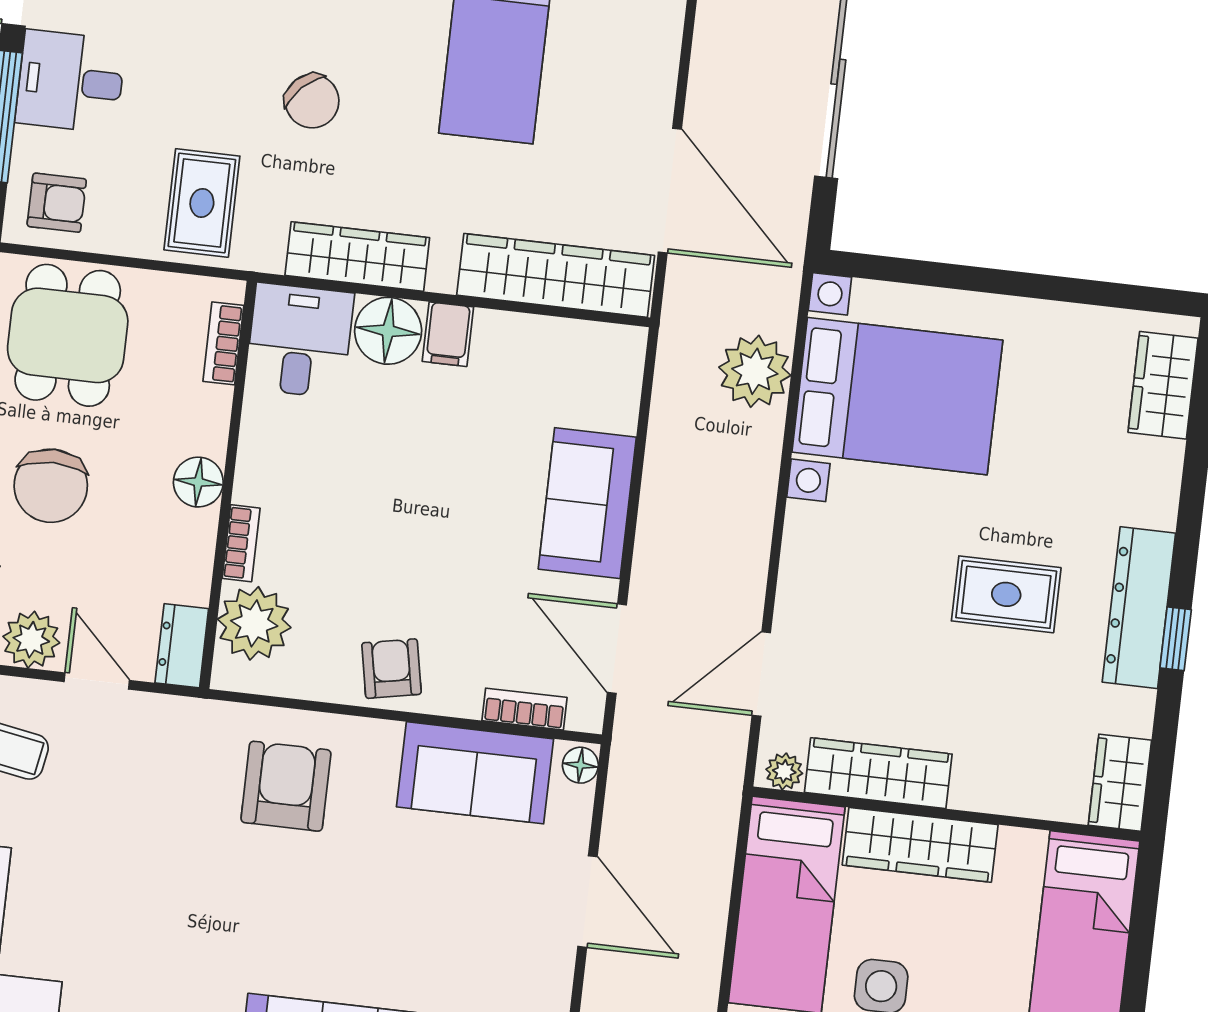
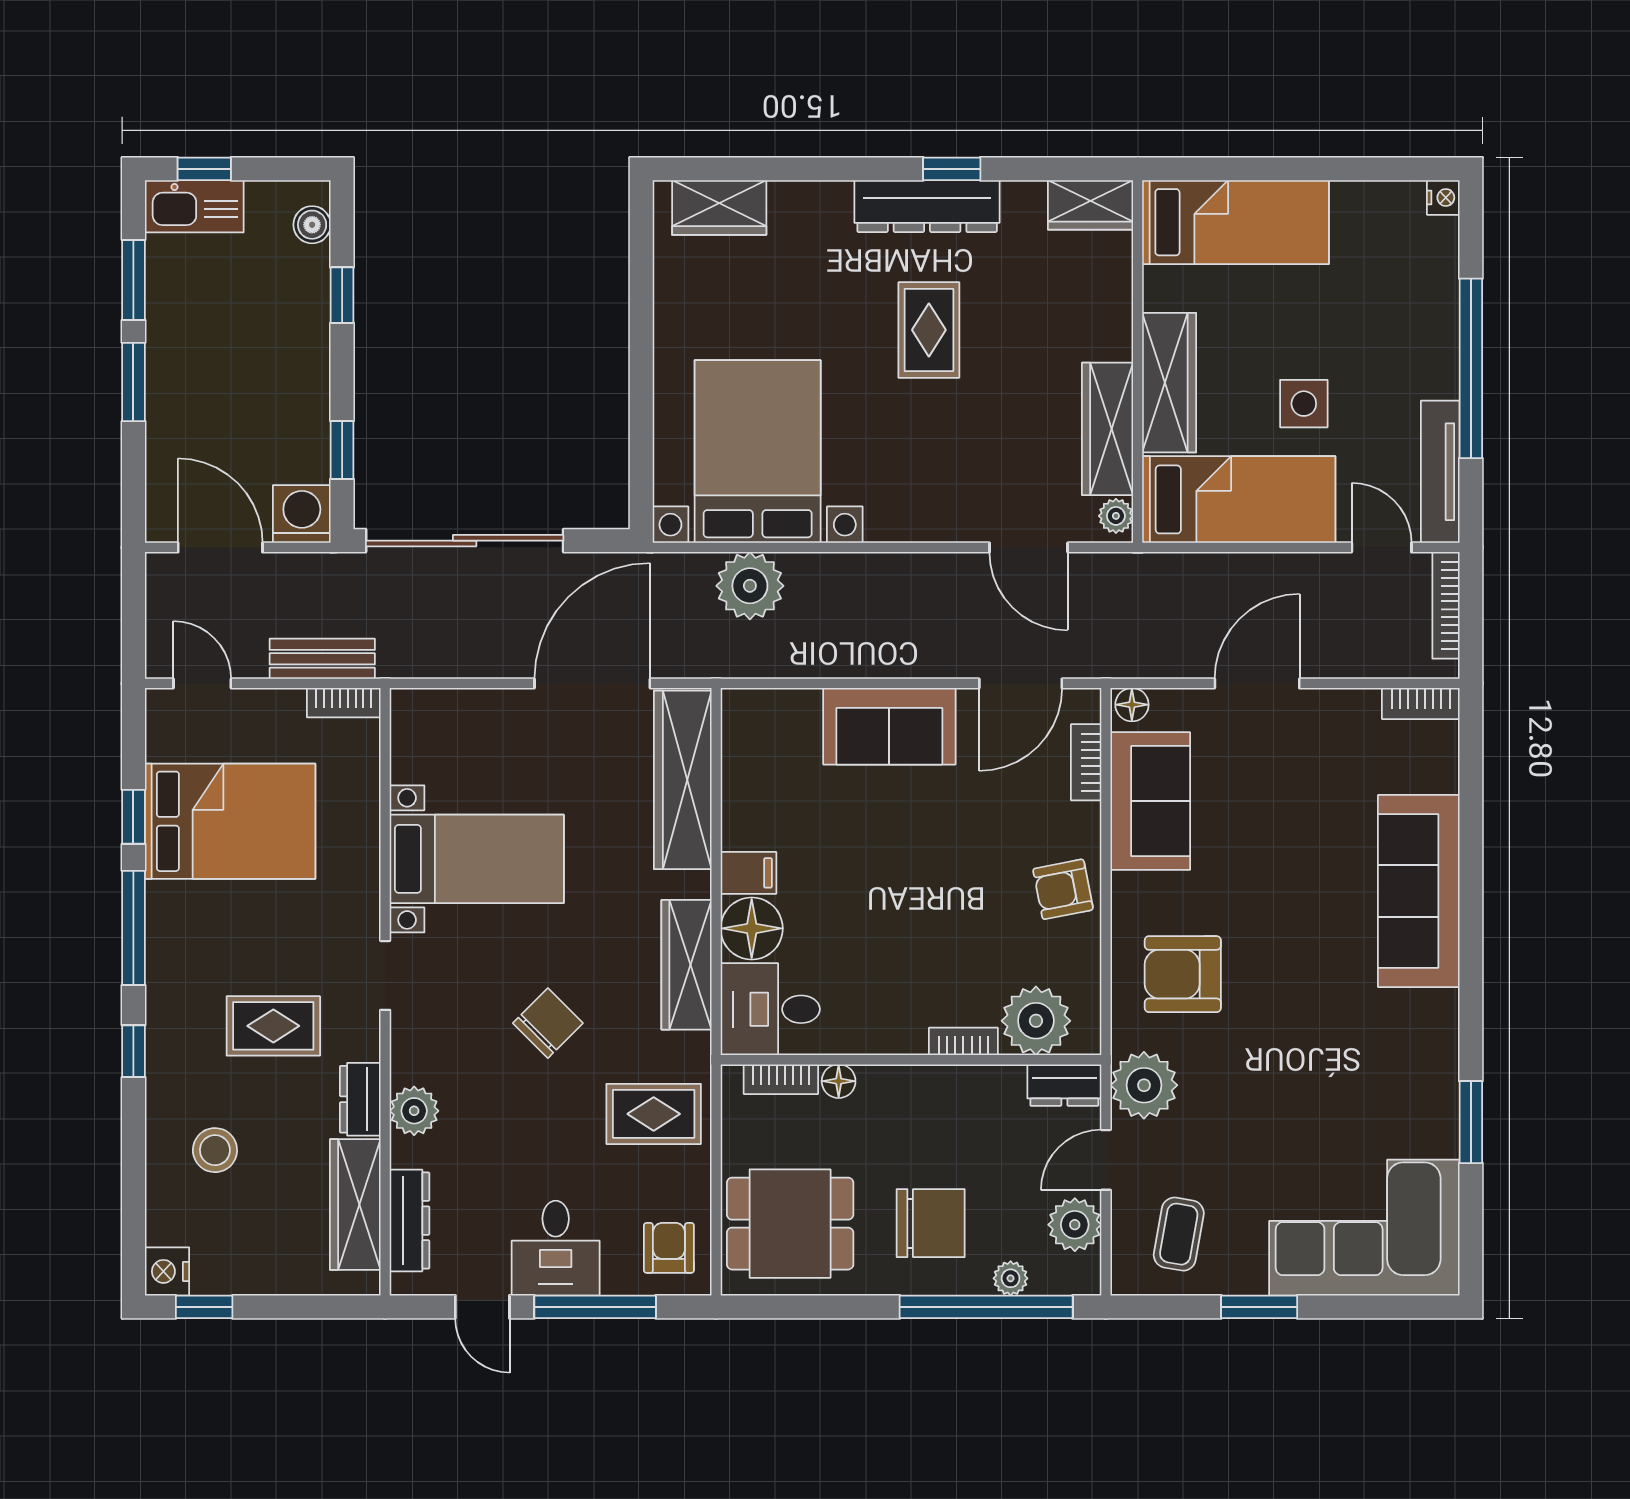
floor lamp: (198, 482) -> (839, 1081), moved, width x0.73, depth x0.73
plant: (172, 731) -> (1144, 1085), added

